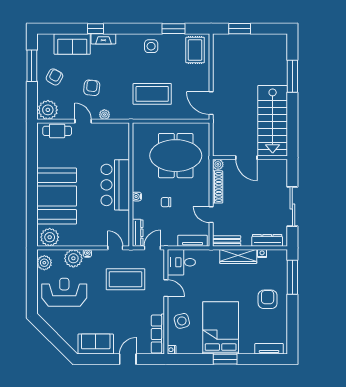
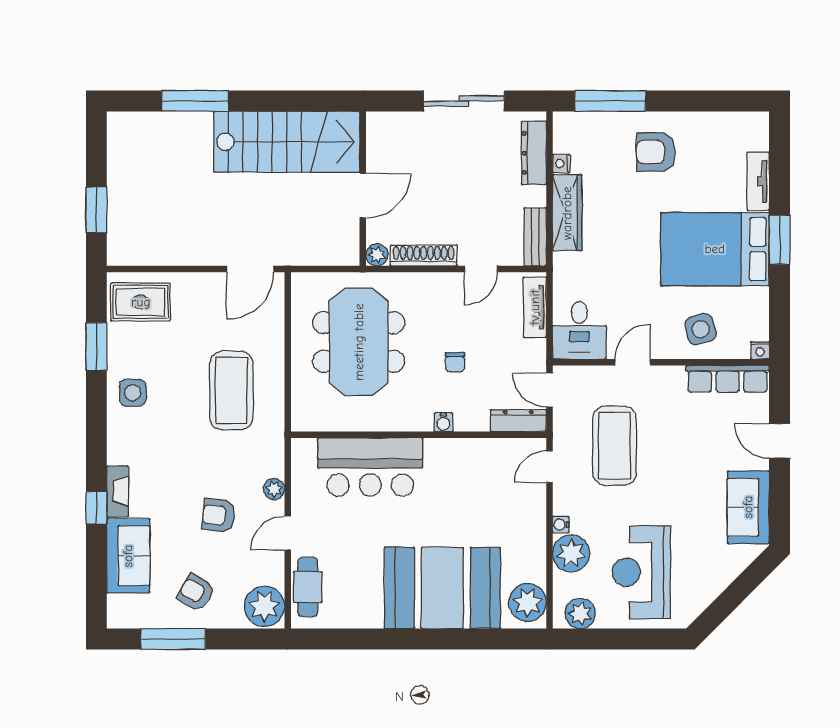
bar counter: (115, 185) -> (370, 467), moved
tv unit: (269, 349) -> (758, 181), moved

